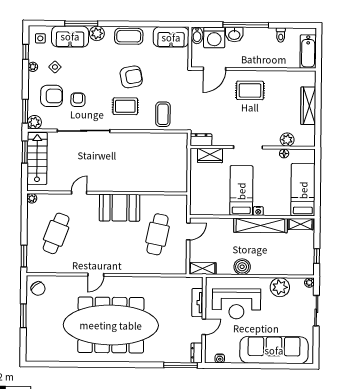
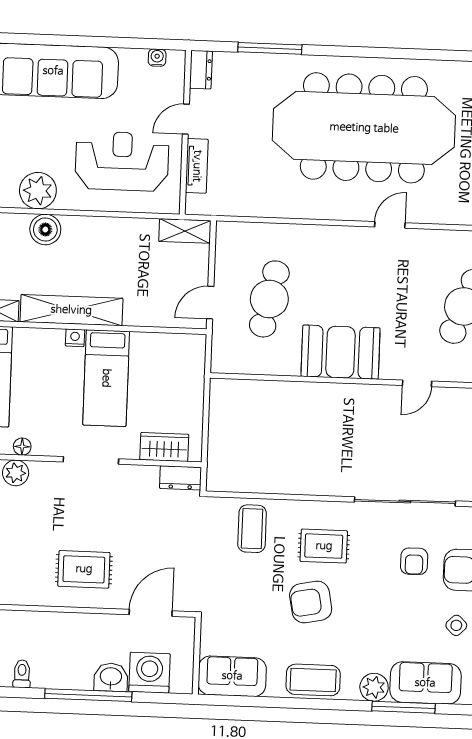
bidet: (197, 35) -> (182, 678), removed
boiler: (242, 267) -> (45, 230), moved
window: (180, 365) -> (270, 48), moved

